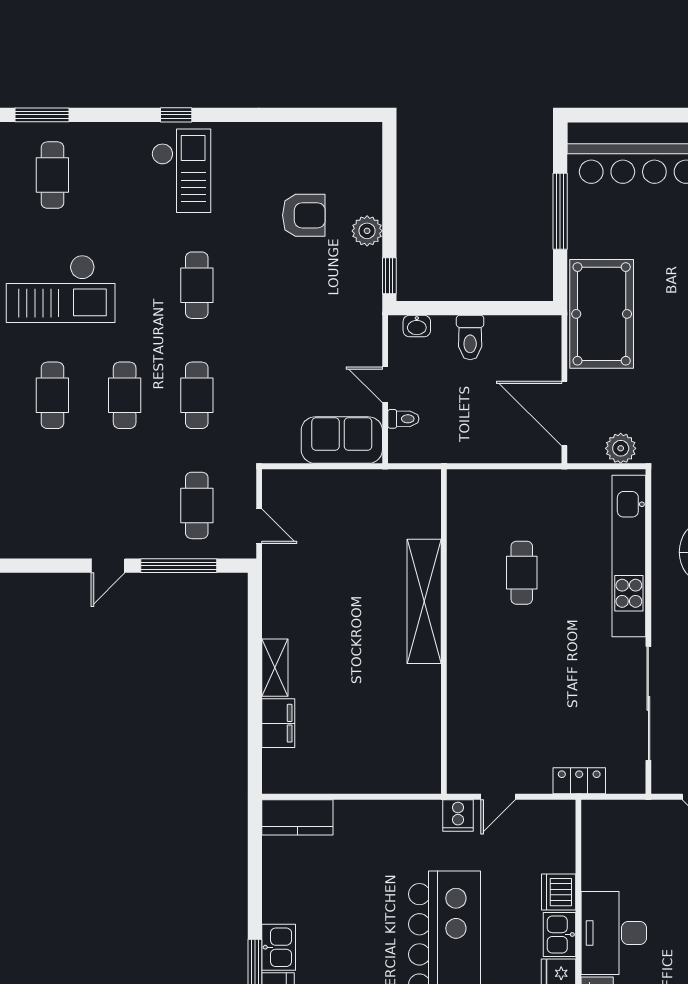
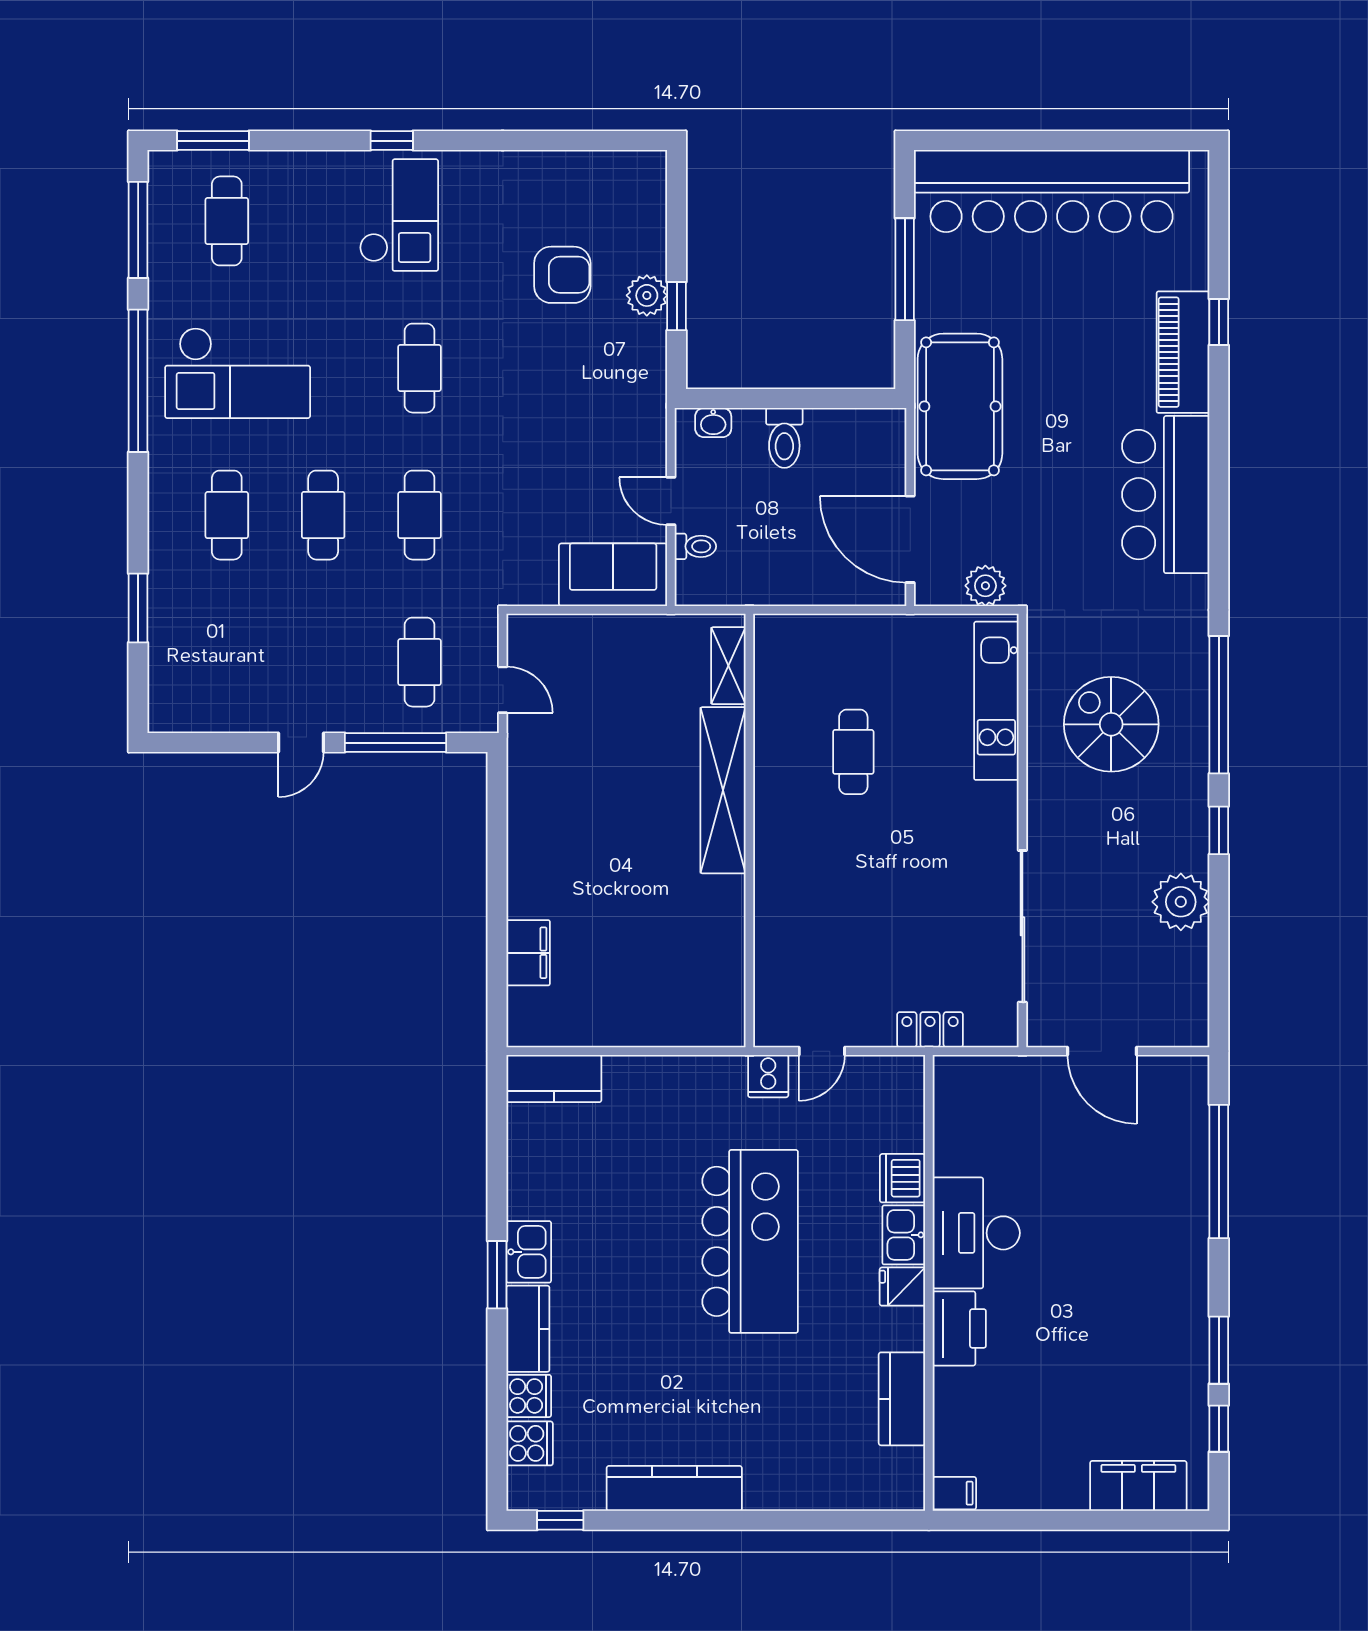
window: (389, 276) -> (677, 306), moved
kitchen unit: (629, 556) -> (996, 701), width x0.73
shelving: (275, 668) -> (728, 666), moved

